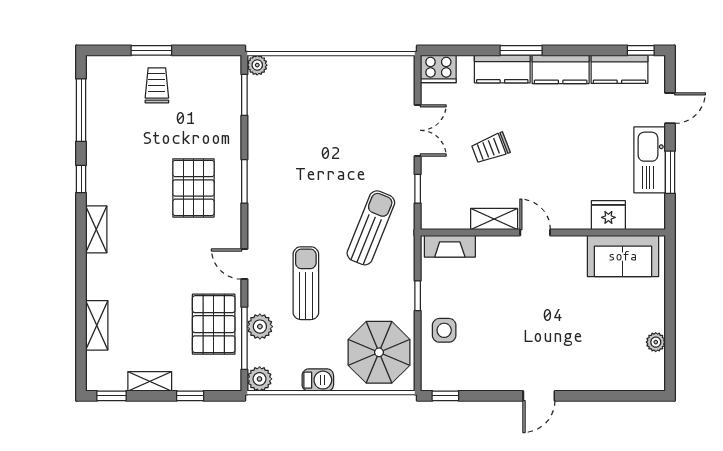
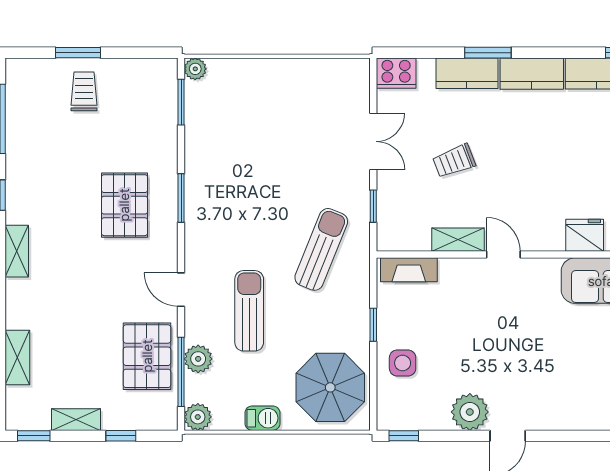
plant: (505, 374) -> (470, 412), added

